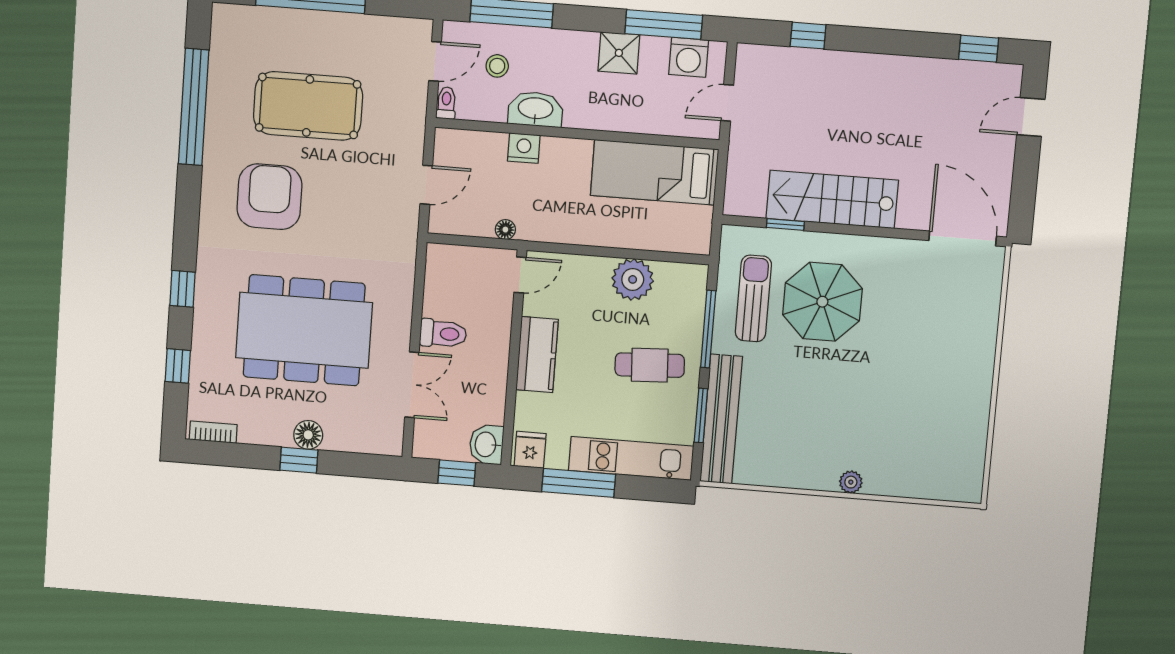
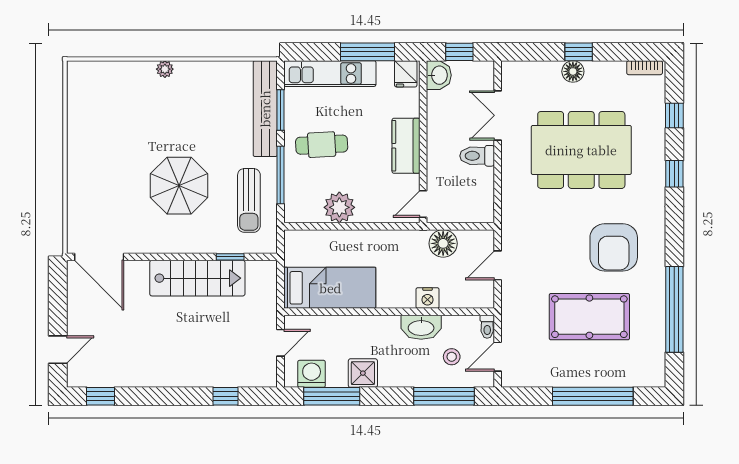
floor lamp: (505, 230) -> (443, 243), width x1.89, depth x1.89
parasol: (822, 302) -> (179, 186), moved

